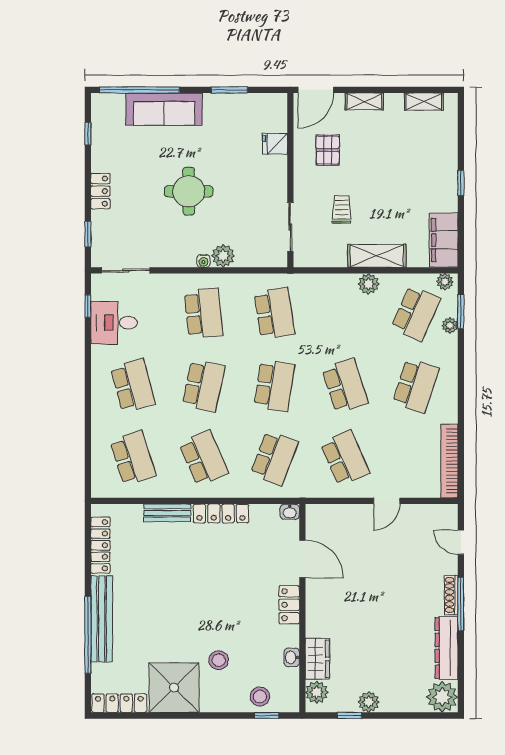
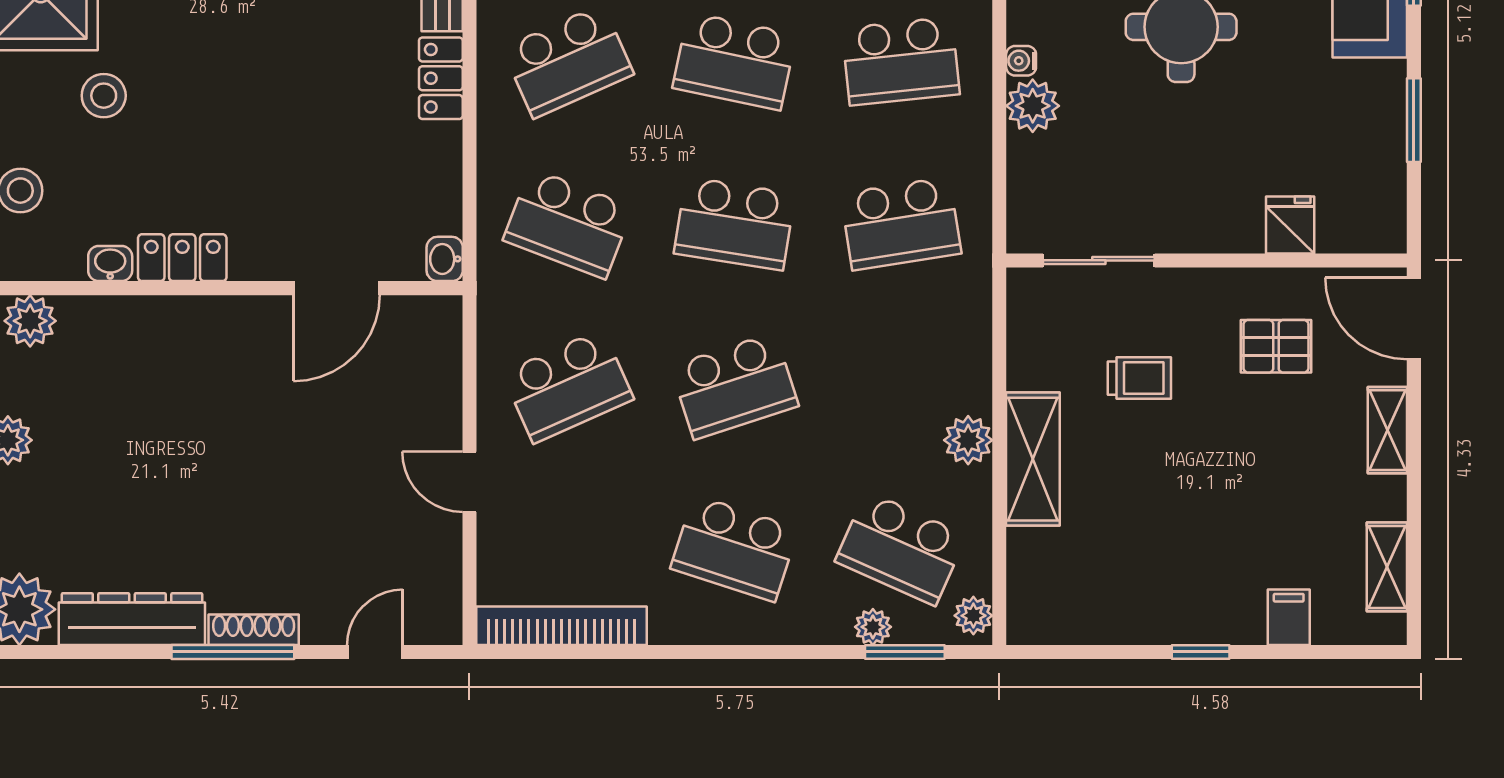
filing cabinet: (444, 240) -> (1289, 617), moved, width x0.33, depth x0.86
locker: (221, 513) -> (441, 78), width x0.66
locker: (289, 605) -> (182, 258), moved
wardrobe: (317, 659) -> (107, 322), removed

